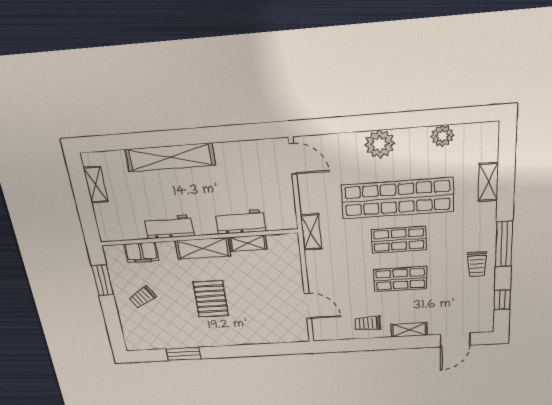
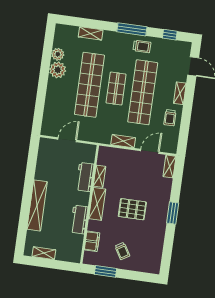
plant: (380, 144) -> (58, 70), moved
door: (293, 159) -> (67, 140), moved
shelving: (311, 232) -> (123, 141), moved
shop shelf: (400, 279) -> (143, 92), width x2.00, depth x1.36
shelving: (292, 336) -> (169, 166), added
window: (184, 354) -> (173, 213), moved

